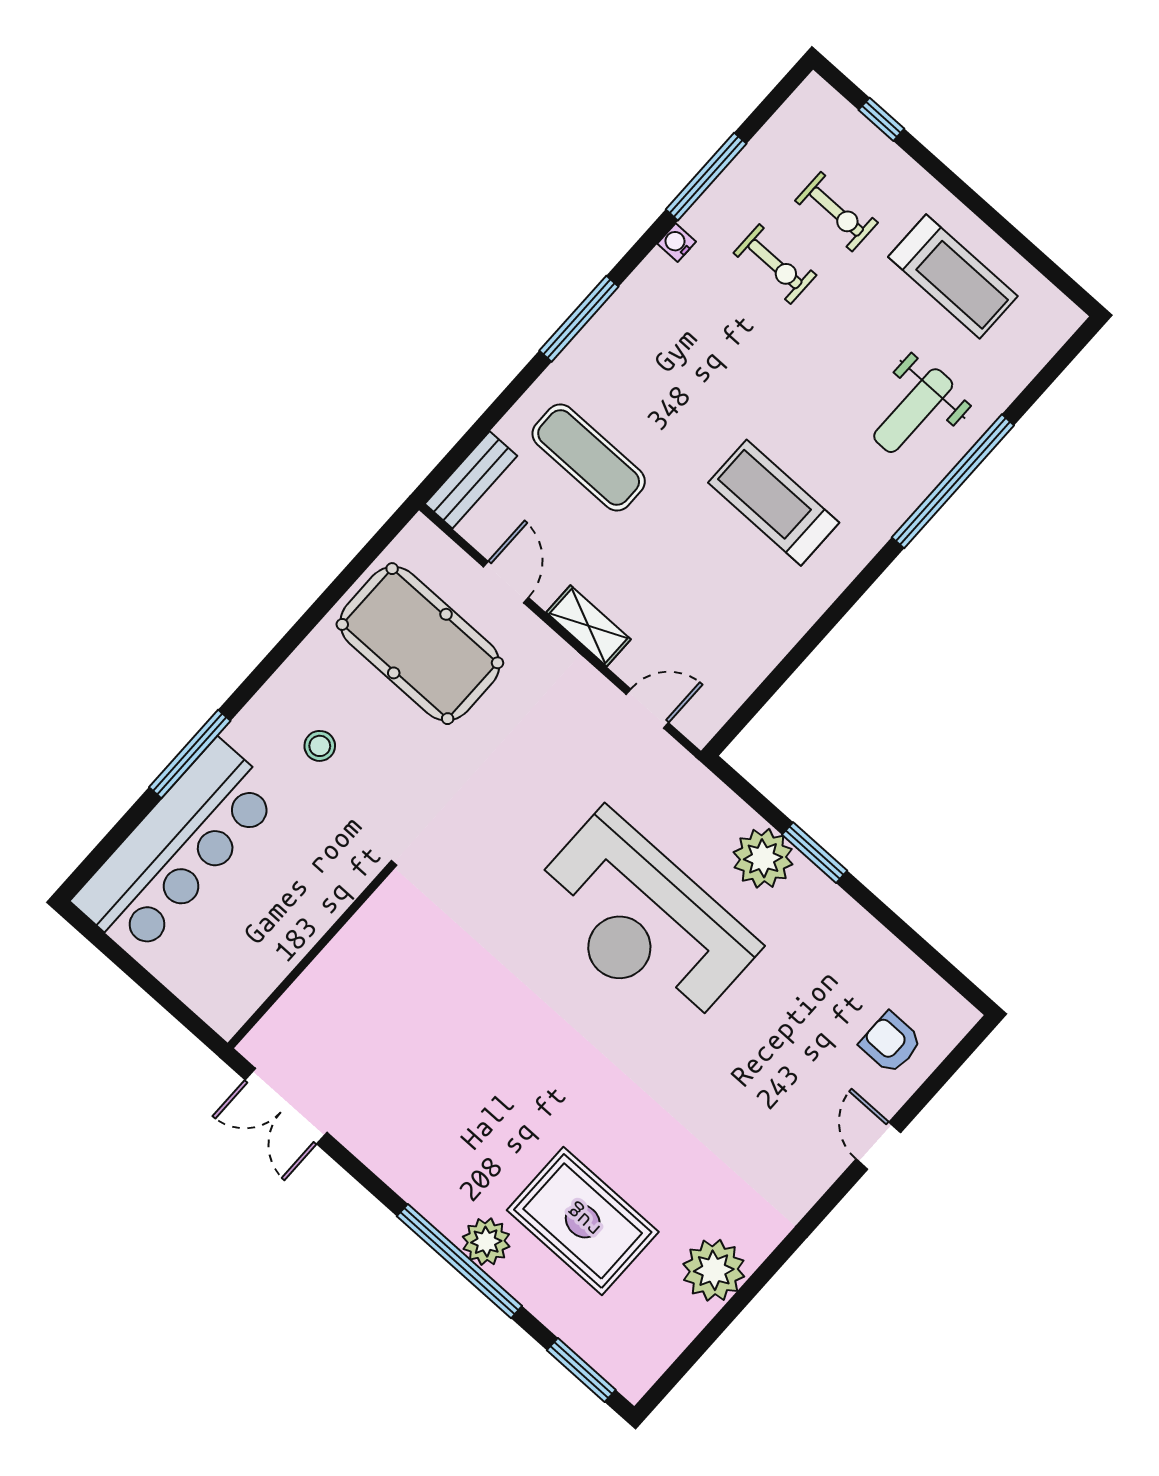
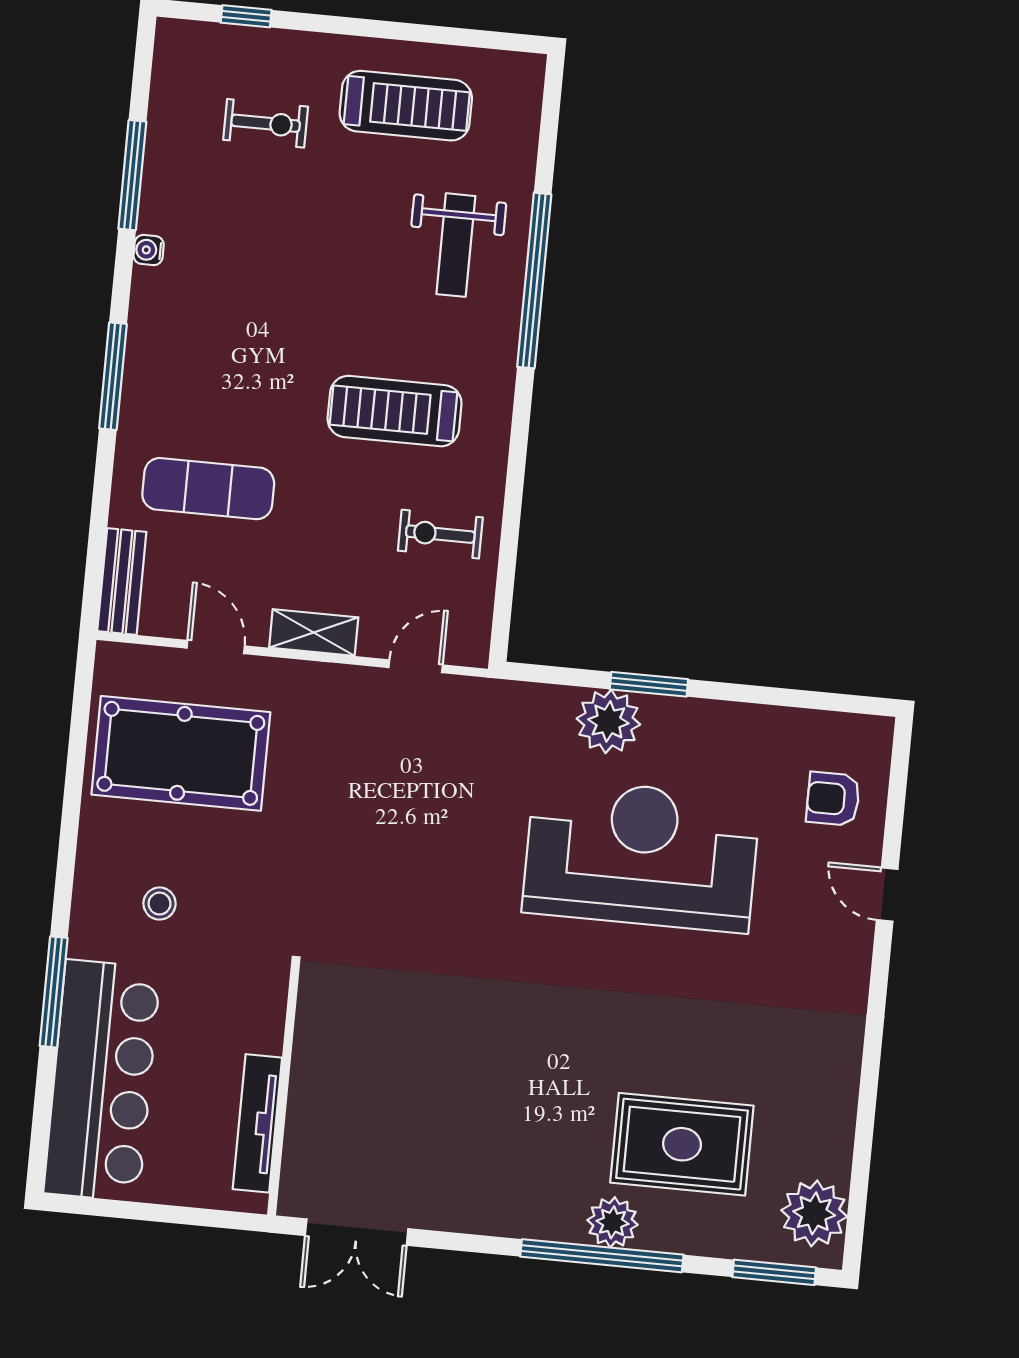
exercise bike: (775, 264) -> (440, 534), moved, turned 180
reception desk: (642, 922) -> (641, 855), moved, turned 180
tv unit: (271, 968) -> (257, 1123), added
plant: (714, 1270) -> (814, 1213), moved

